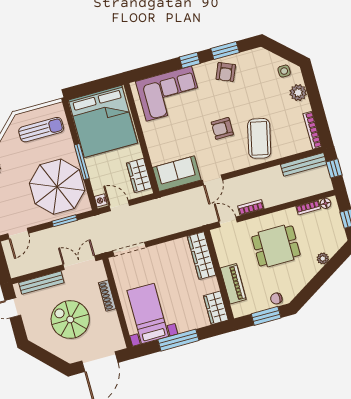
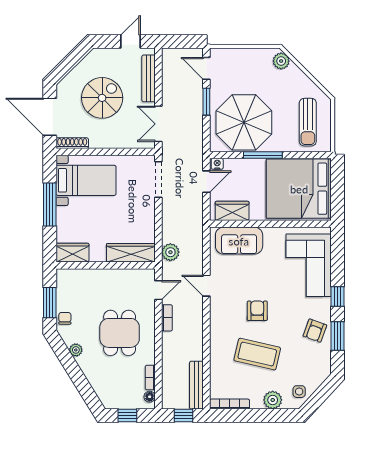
armchair: (226, 72) -> (315, 331), turned -93
coffee table: (259, 138) -> (257, 354), moved
sofa: (177, 174) -> (239, 241), moved, turned 90
plant: (191, 220) -> (170, 252), added
window: (65, 221) -> (206, 102), moved
plant: (323, 258) -> (76, 350), moved
double door: (79, 263) -> (158, 124), swing flipped
piano: (233, 284) -> (93, 278), removed
shoe rack: (107, 296) -> (72, 143), moved

